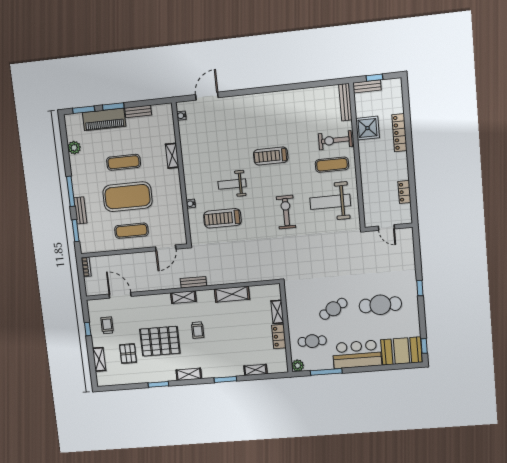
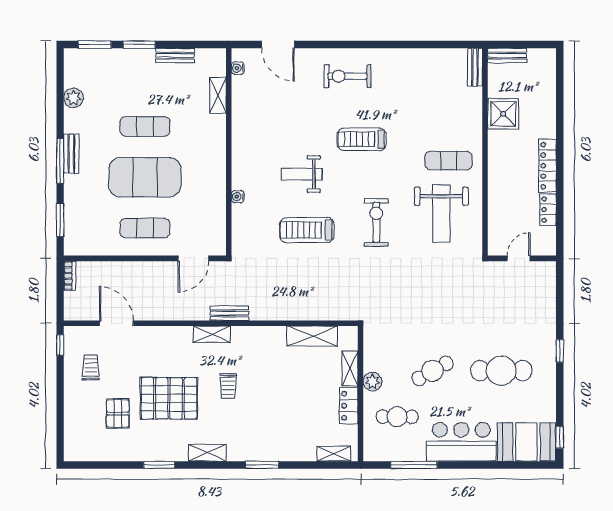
window: (374, 78) -> (518, 45), removed
door: (207, 96) -> (278, 45), swing flipped
bench: (345, 102) -> (475, 67), width x0.73
piano: (104, 119) -> (123, 62), removed
locker: (399, 133) -> (547, 166), moved
exercise bike: (335, 140) -> (347, 76), moved
shelving: (172, 156) -> (218, 95), moved
weight bench: (330, 202) -> (441, 213), turned -90
bench: (80, 210) -> (71, 154), moved
treadmill: (222, 218) -> (307, 230), moved
door: (386, 228) -> (519, 258), swing flipped
shelving: (232, 294) -> (312, 336), moved
window: (88, 329) -> (60, 345), moved
shelving: (99, 359) -> (72, 419), removed
plant: (298, 366) -> (372, 382), moved
shelving: (255, 370) -> (334, 454), moved

